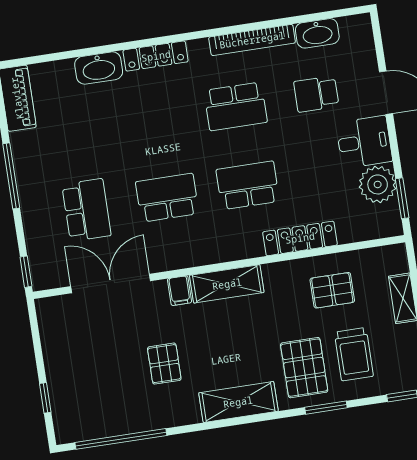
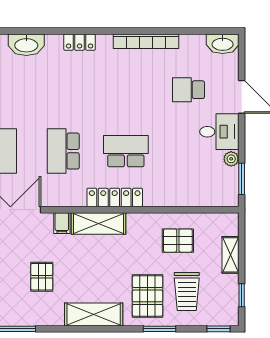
washbasin: (317, 33) -> (223, 44), moved
locker: (156, 56) -> (80, 42), width x0.66
school desk: (236, 106) -> (126, 90), removed
plant: (378, 184) -> (231, 159), width x0.53, depth x0.53
school desk: (167, 198) -> (63, 151), turned -90
locker: (300, 238) -> (115, 197), moved

